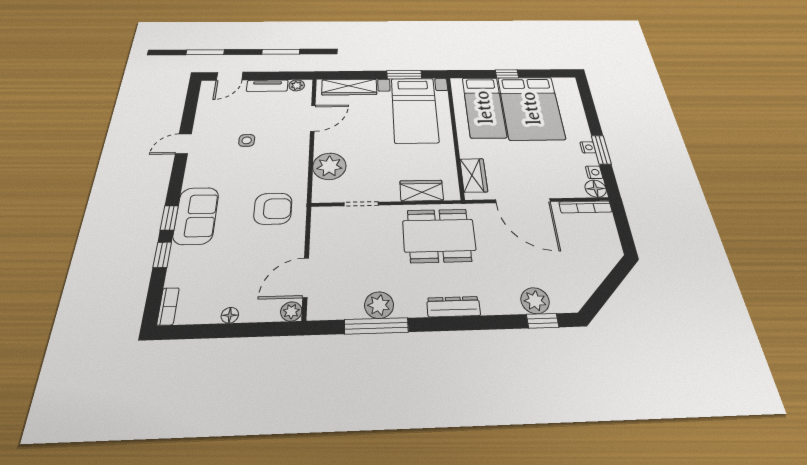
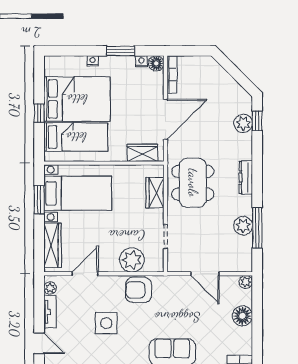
door: (313, 118) -> (85, 274), hinge flipped
side table: (247, 140) -> (106, 323), width x1.87, depth x1.87
nightstand: (588, 147) -> (93, 61), moved
armchair: (273, 209) -> (139, 290), moved, turned -90
door: (306, 278) -> (205, 274), moved
floor lamp: (230, 315) -> (242, 316), width x1.89, depth x1.89

